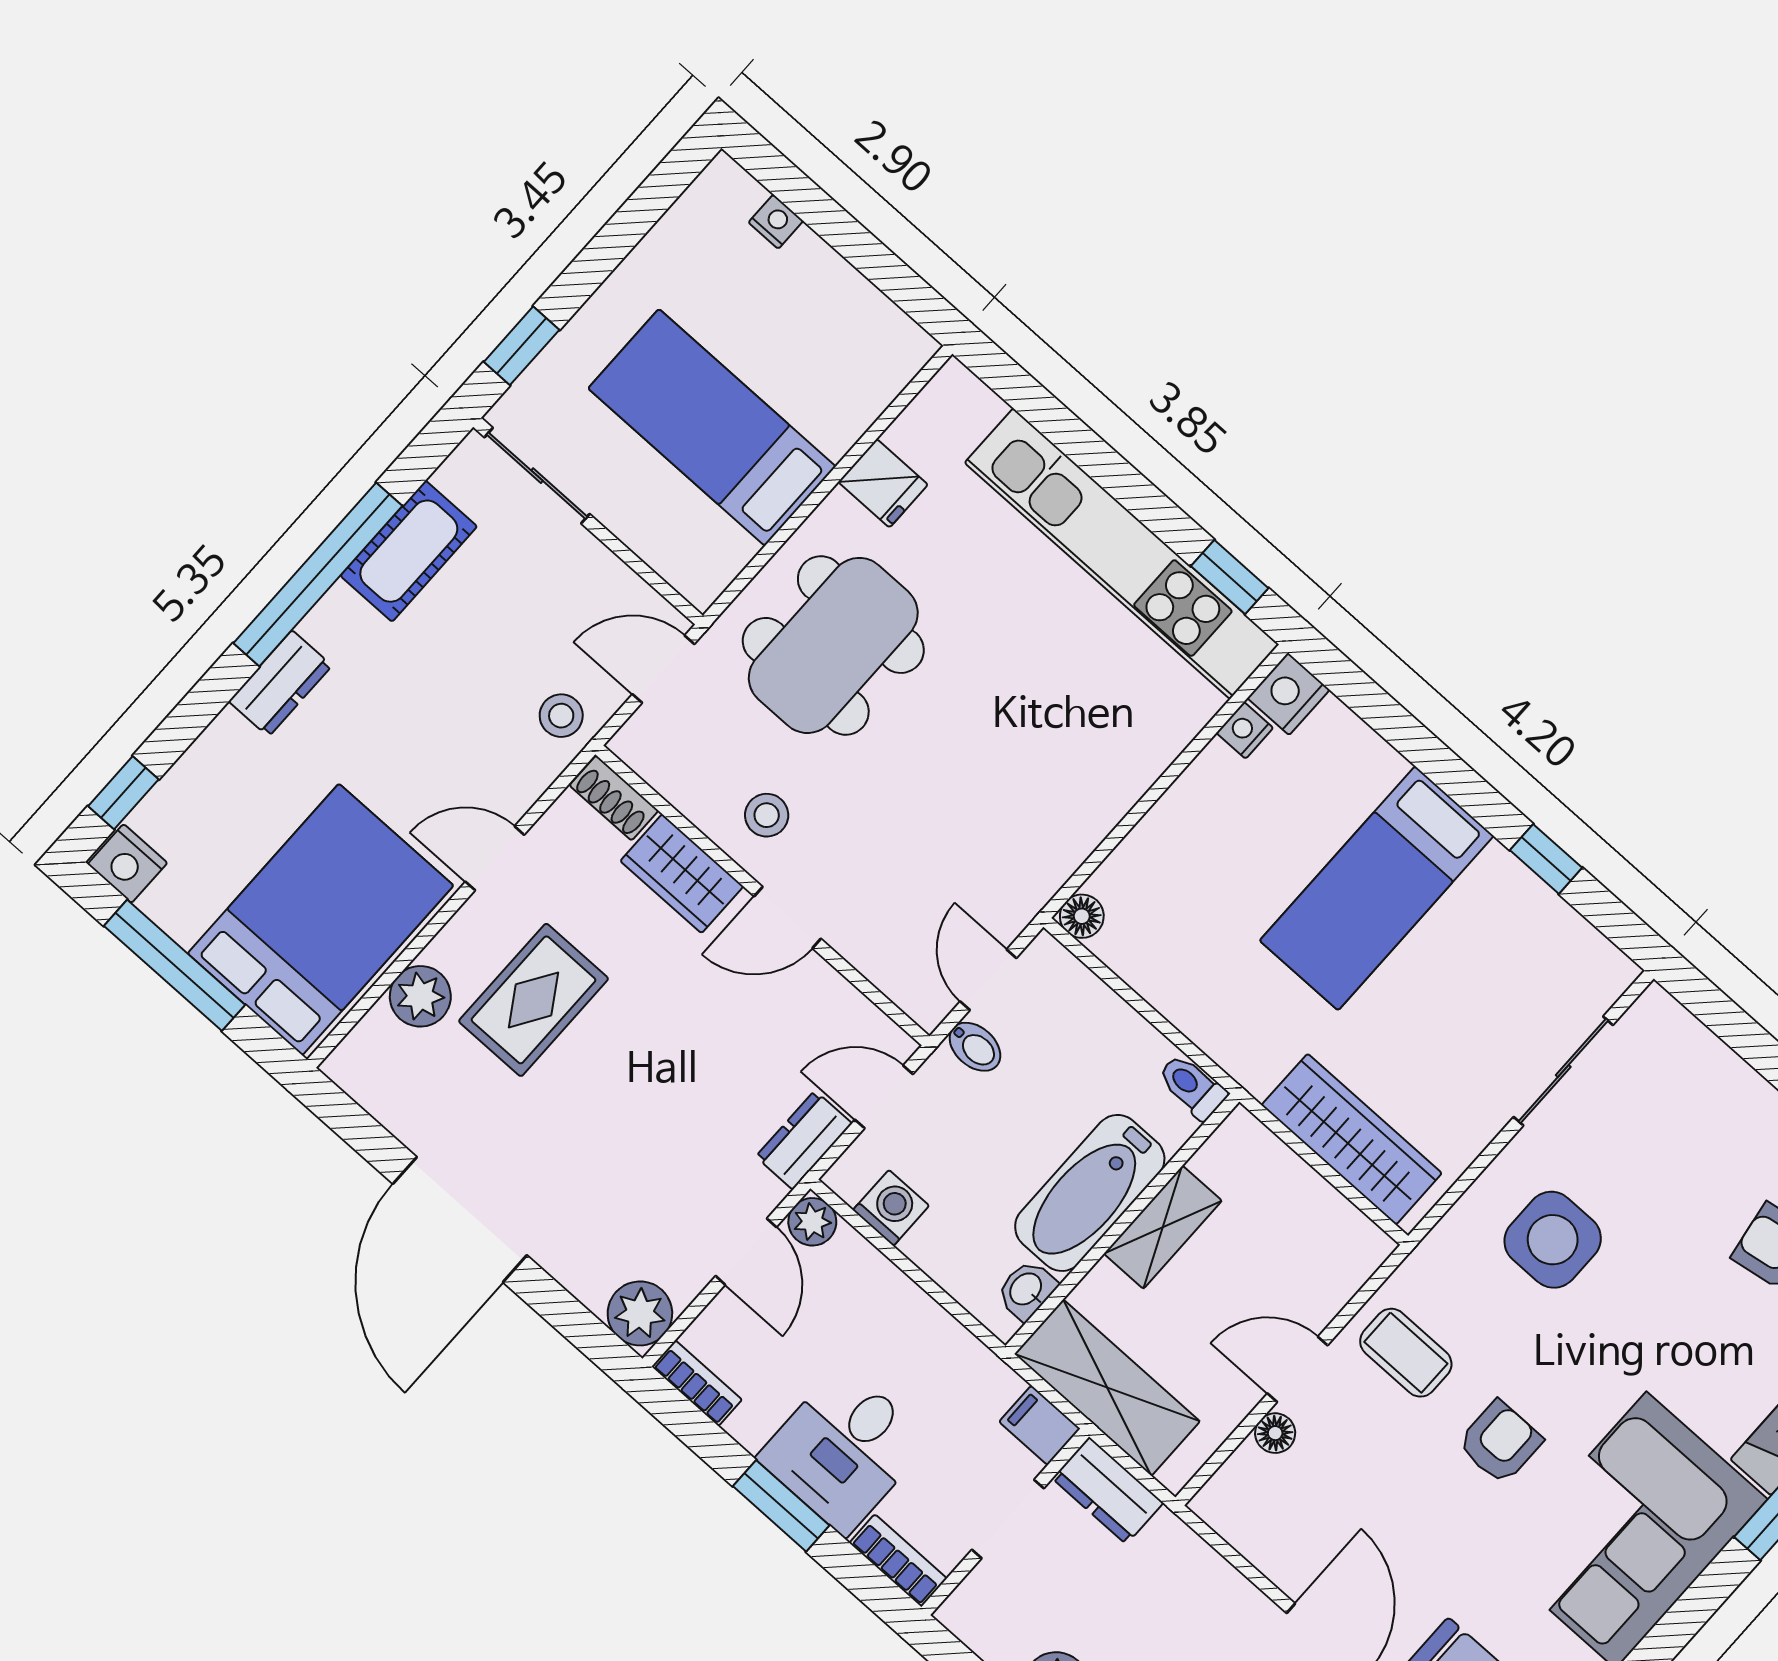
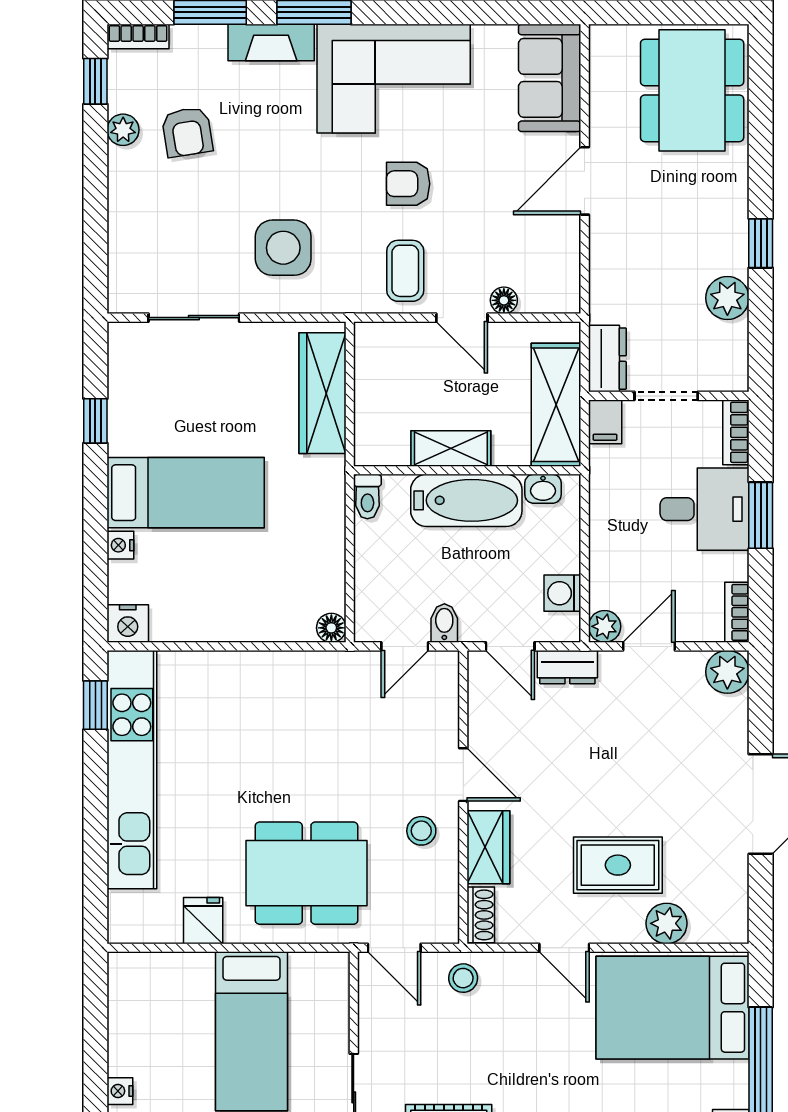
nightstand: (1245, 730) -> (120, 545), moved, turned 90

